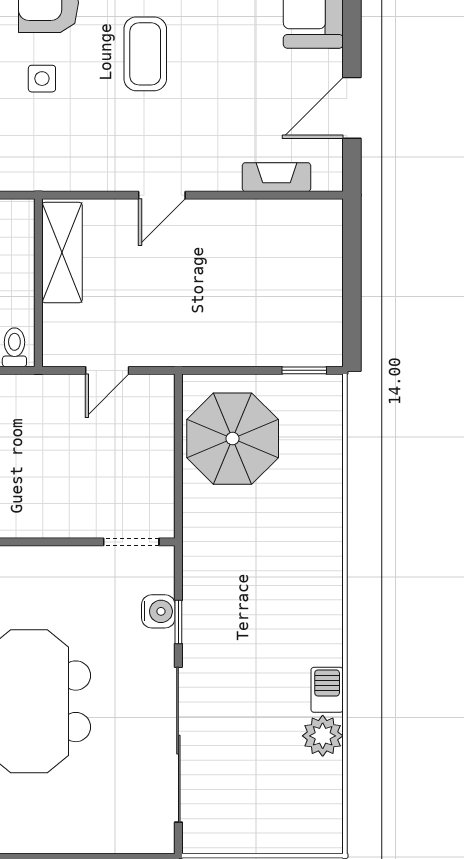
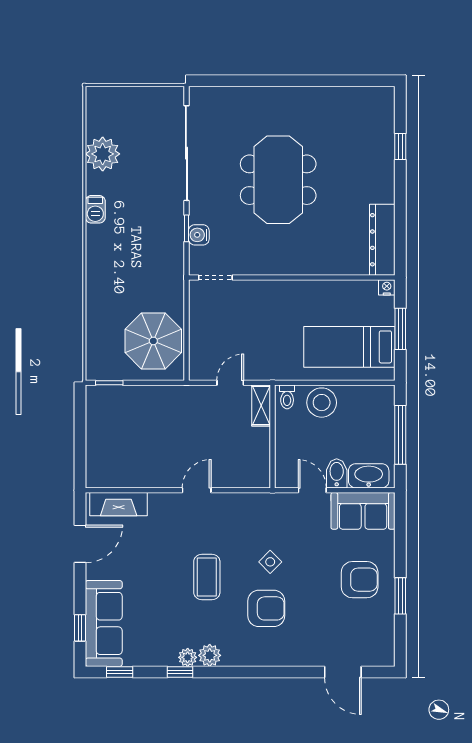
side table: (42, 79) -> (270, 562), turned 45
fireplace: (276, 177) -> (119, 504), width x1.37, depth x1.32
shelving: (62, 253) -> (261, 406), moved, width x0.67, depth x0.75
barbecue: (327, 690) -> (95, 209), moved
plant: (323, 736) -> (103, 154), width x1.36, depth x1.36

